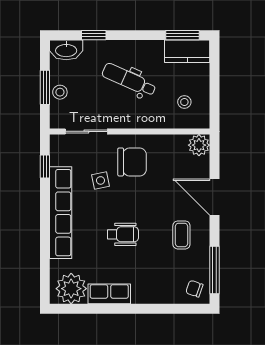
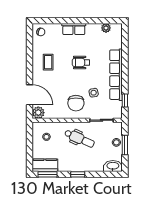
window: (94, 35) -> (78, 174), moved
dental chair: (129, 80) -> (79, 139), moved
chair: (132, 162) -> (76, 103), turned -90
door: (214, 197) -> (30, 95), moved
window: (214, 270) -> (30, 42), removed
plant: (71, 289) -> (106, 28), width x0.53, depth x0.53
row of seats: (109, 294) -> (74, 29), moved

